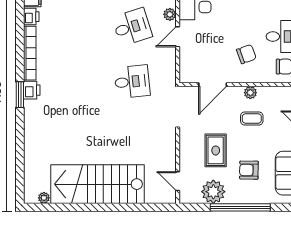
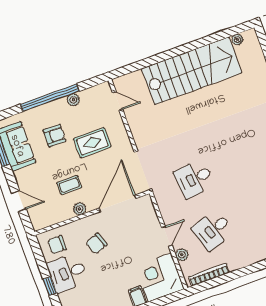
door: (213, 85) -> (118, 203), width x1.36
rug: (216, 150) -> (92, 143), turned 90
plant: (213, 192) -> (73, 100), width x0.53, depth x0.53

